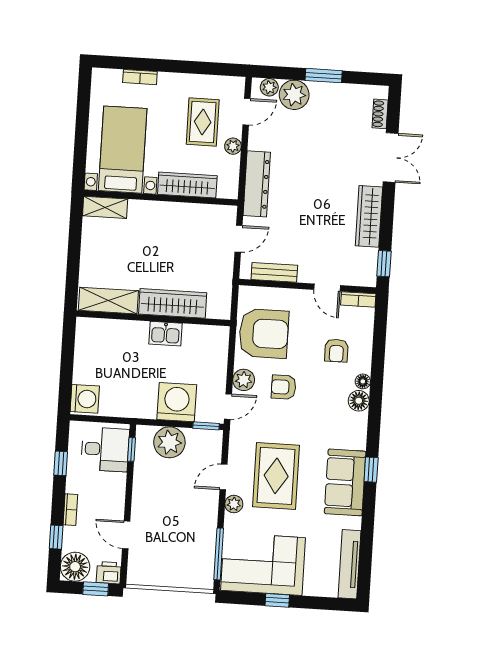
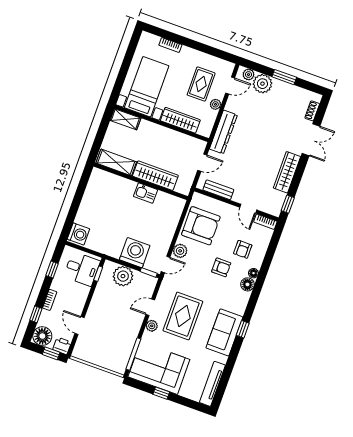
shelving: (108, 301) -> (116, 162), moved
wardrobe: (173, 303) -> (155, 176), moved
wall: (153, 318) -> (141, 181), moved
kitchen sink: (165, 334) -> (145, 193), moved
armchair: (284, 387) -> (221, 267), moved, turned 180

